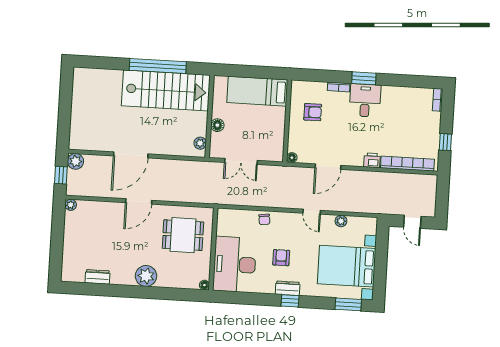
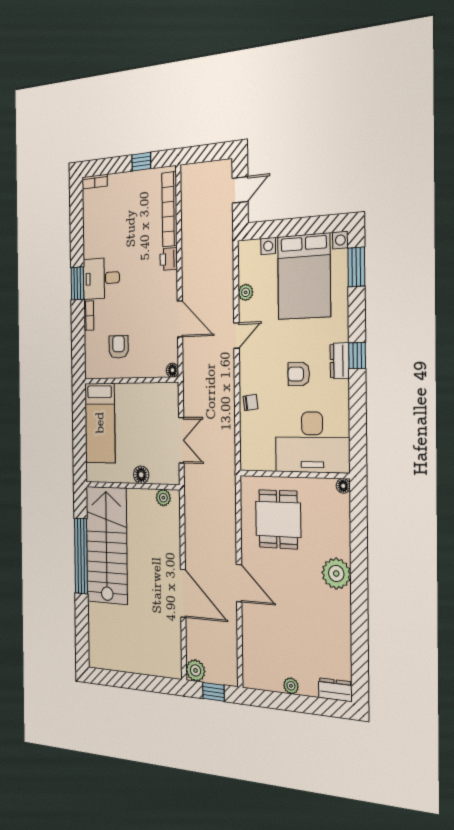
plant: (71, 205) -> (291, 686), moved
dresser: (98, 277) -> (335, 690), moved, turned 90

